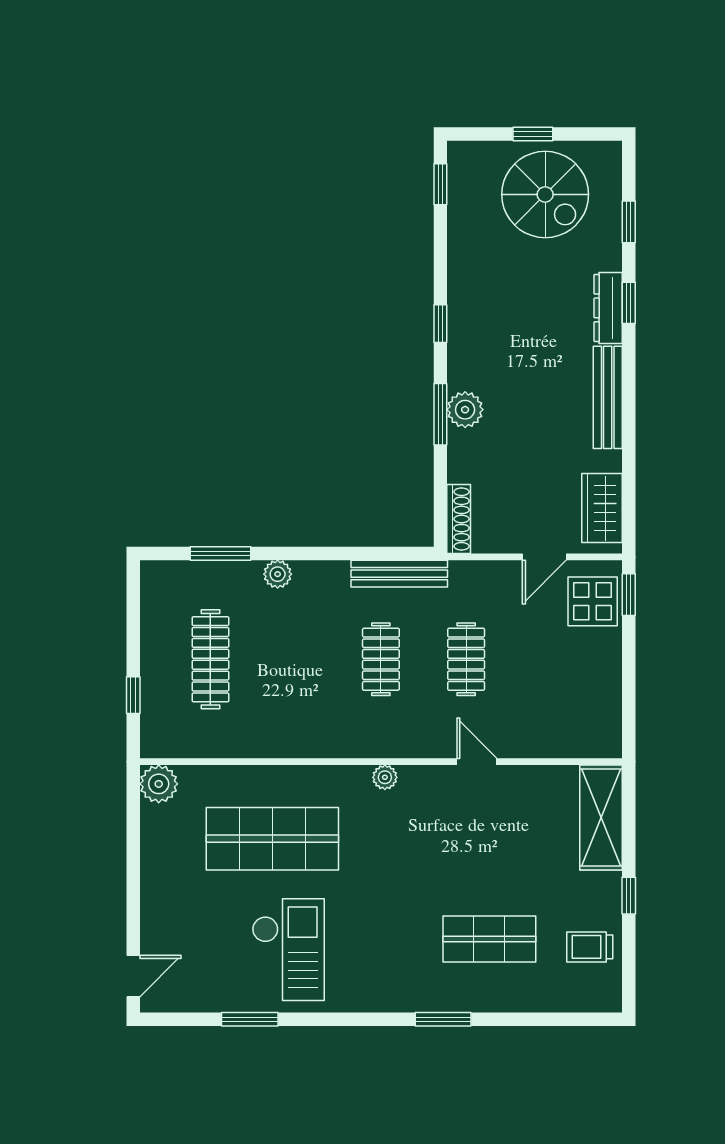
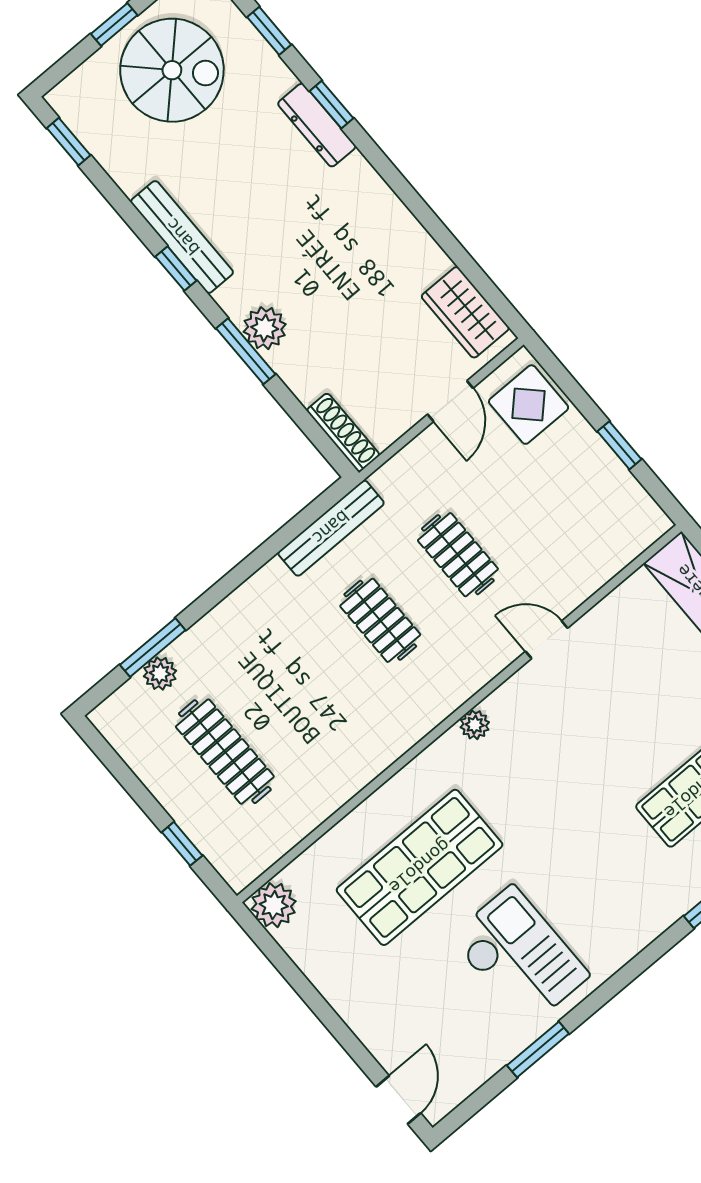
bench: (608, 397) -> (182, 237), moved
plant: (278, 574) -> (160, 673), moved
window: (629, 595) -> (619, 445), moved

